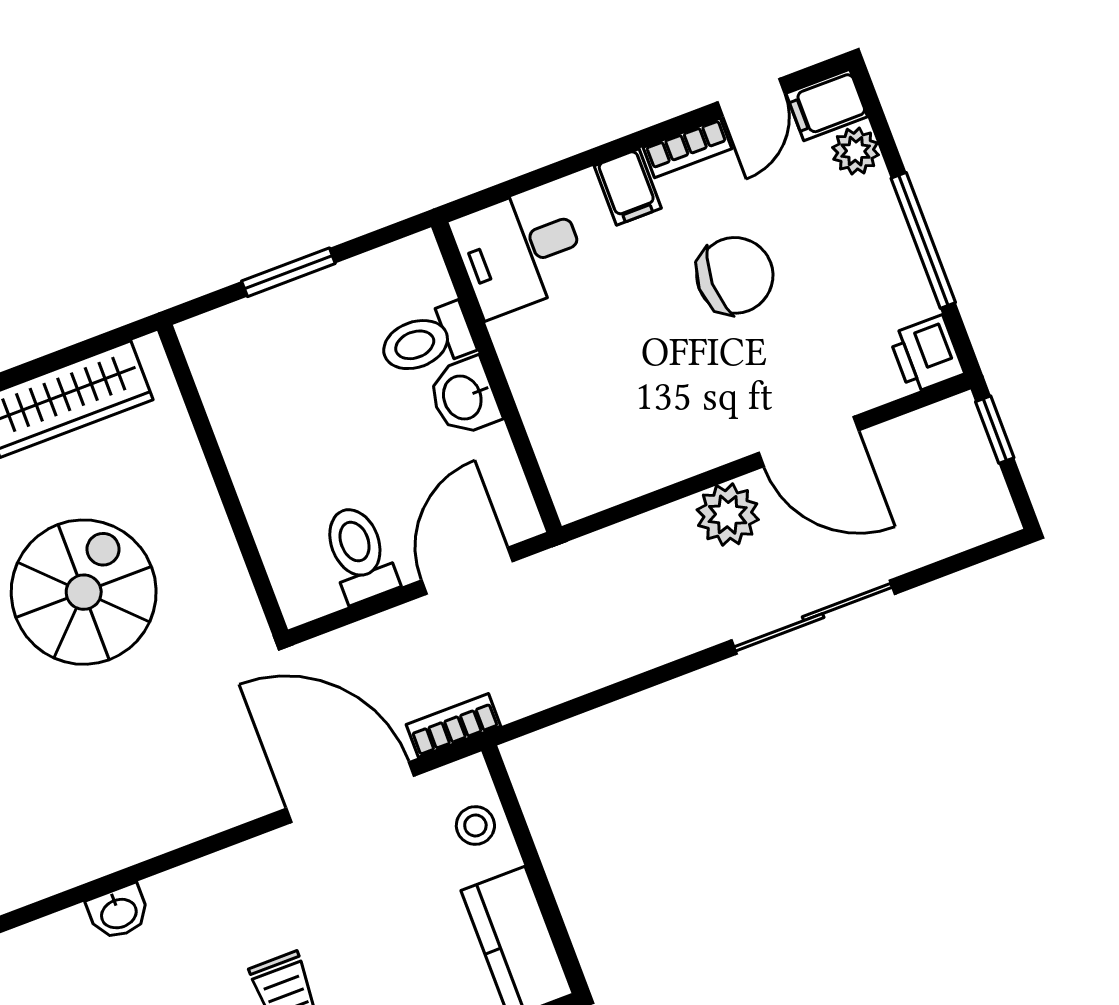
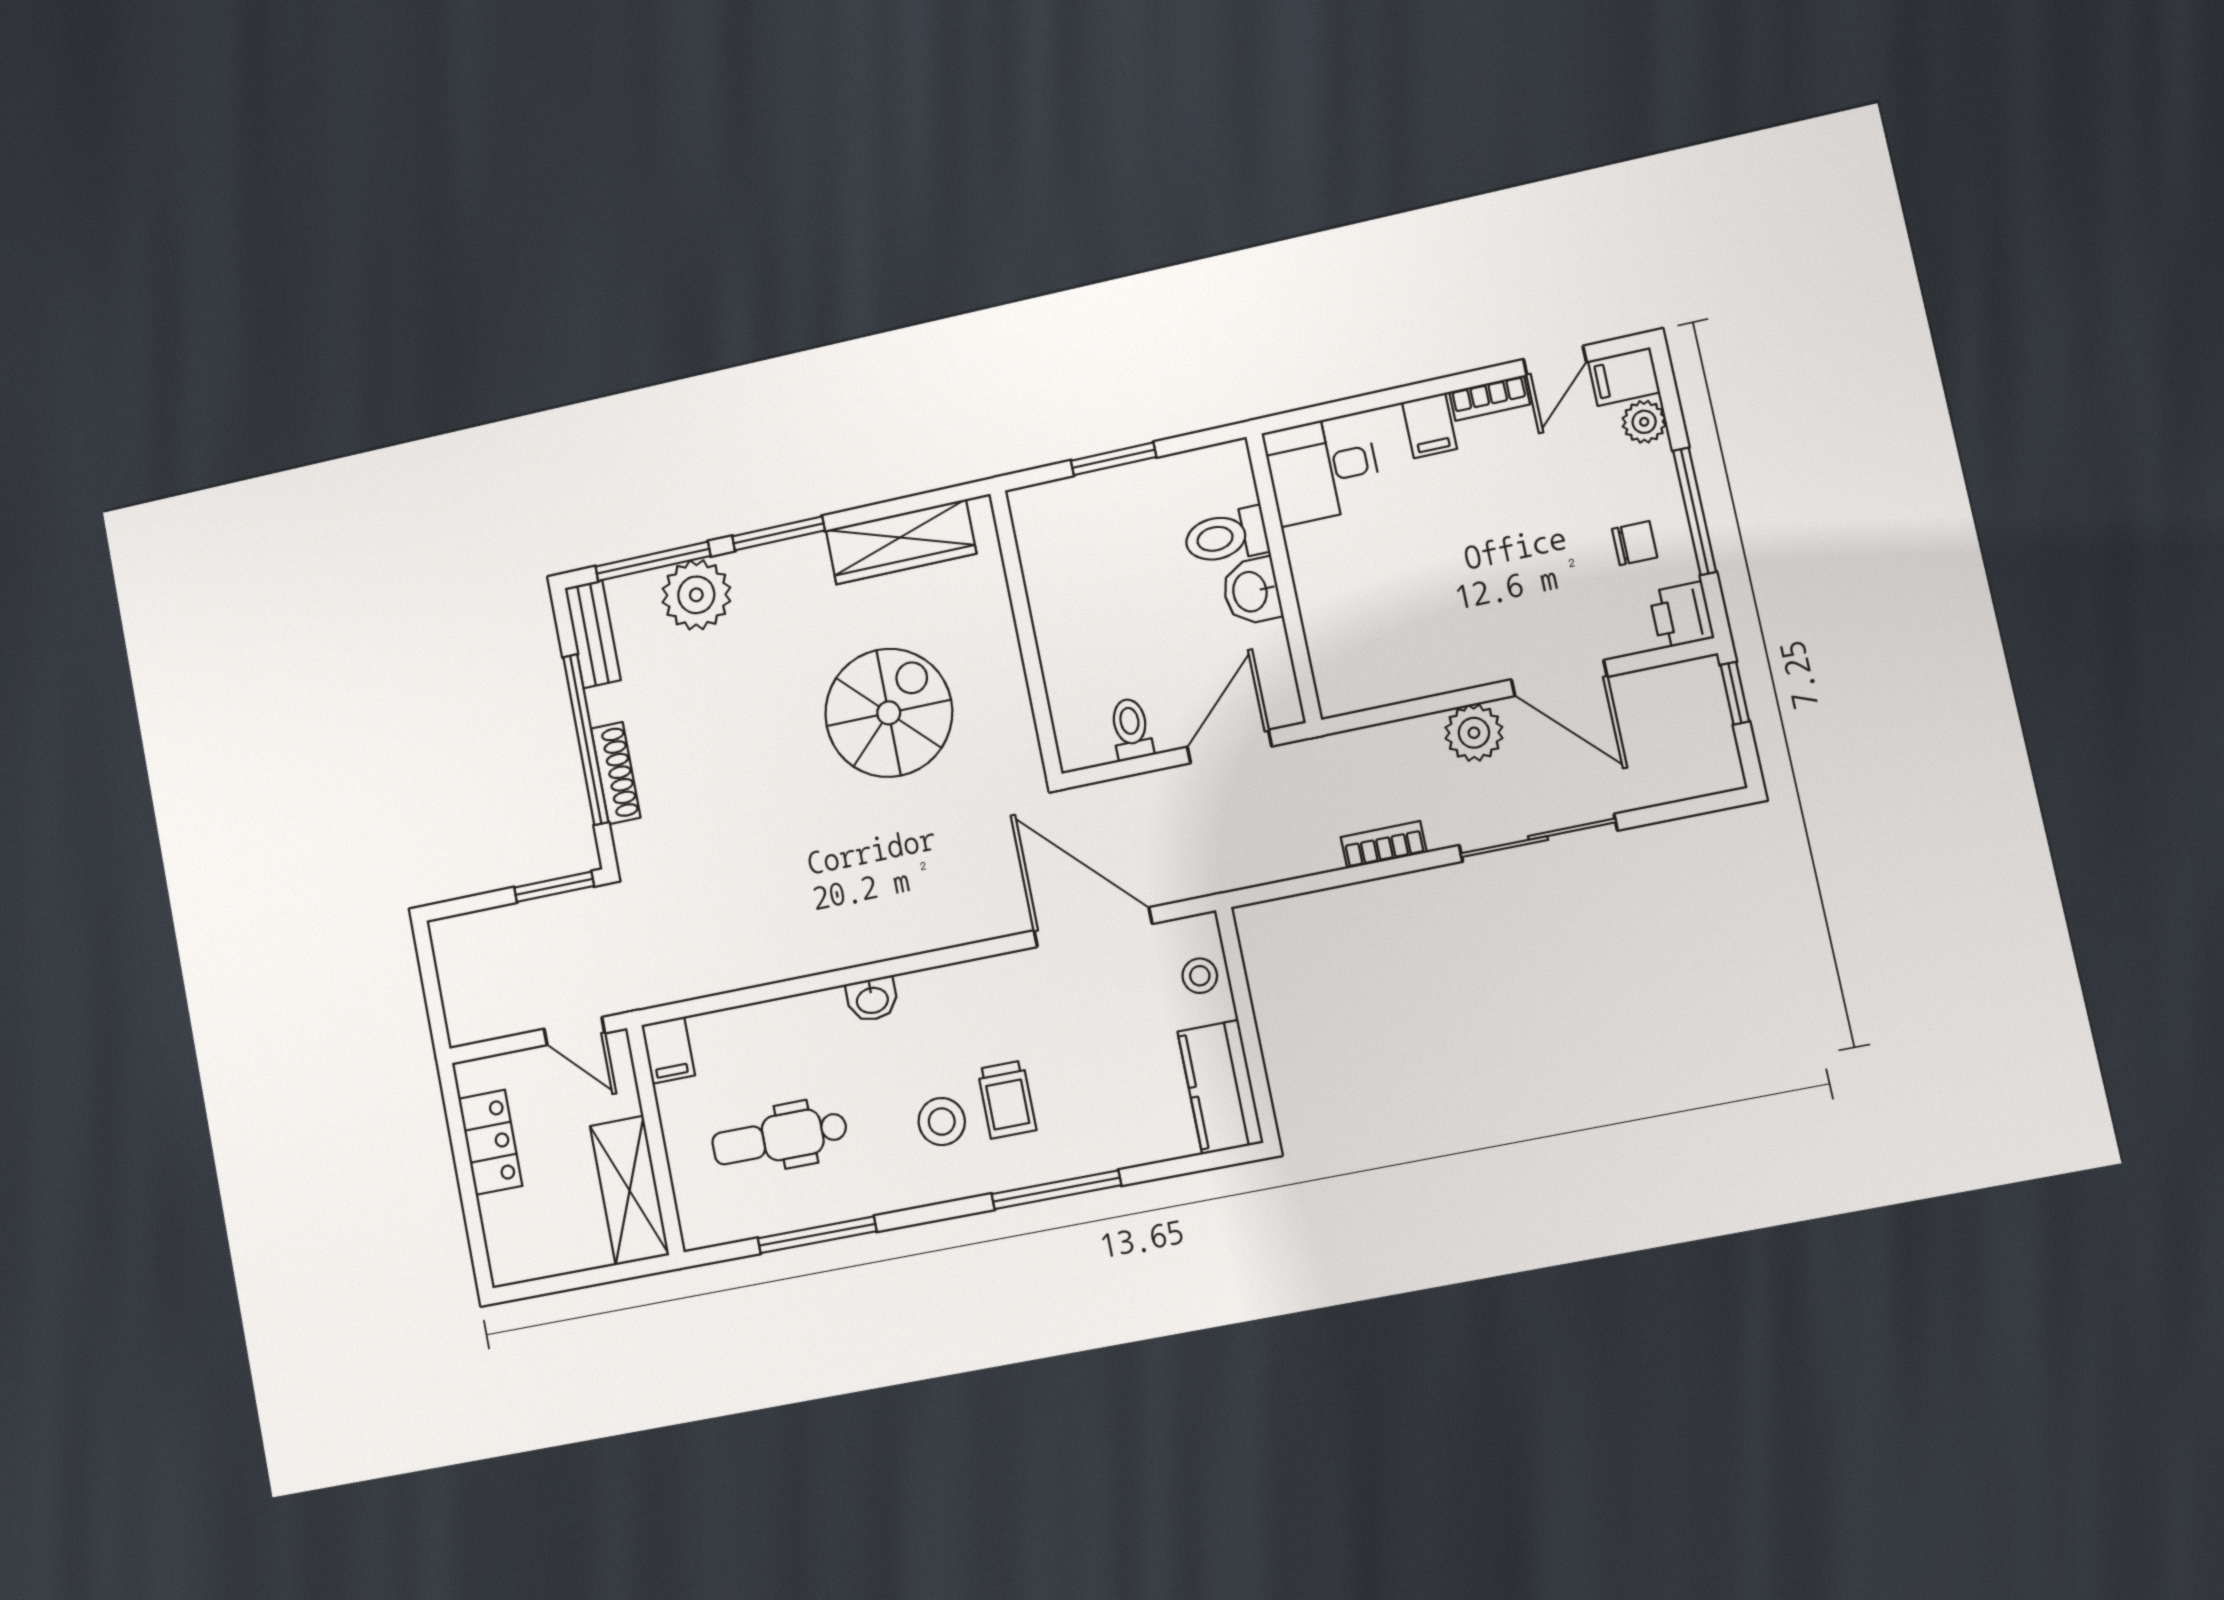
chair: (735, 275) -> (1635, 543), moved, width x0.54, depth x0.54
toilet: (359, 554) -> (1131, 729), width x0.73, depth x0.72
bookcase: (453, 725) -> (1384, 845), moved

